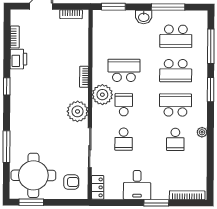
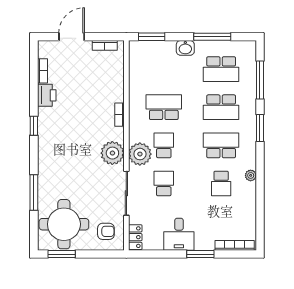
plant: (102, 95) -> (140, 154), moved
school desk: (124, 139) -> (164, 183), turned 180

